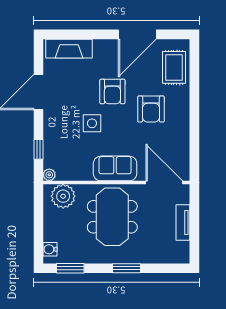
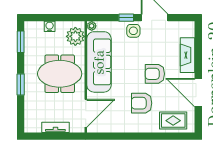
fireplace: (69, 49) -> (188, 55), moved
side table: (92, 123) -> (133, 31), moved
window: (38, 149) -> (126, 18), moved
sofa: (115, 168) -> (99, 62), width x1.85, depth x1.27
water cooler: (50, 249) -> (50, 26), moved

